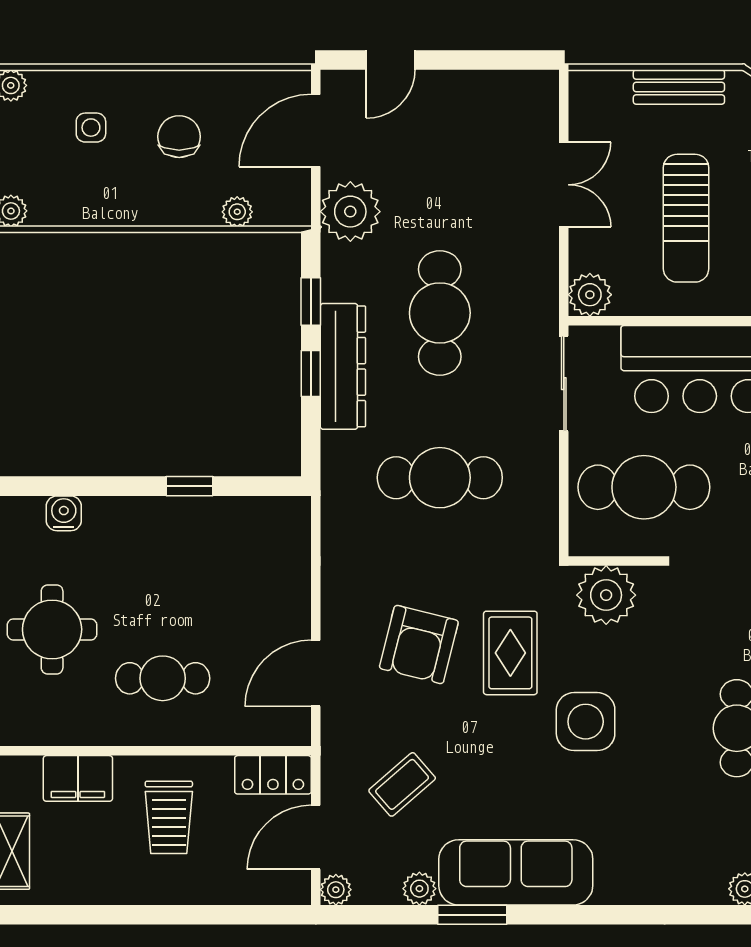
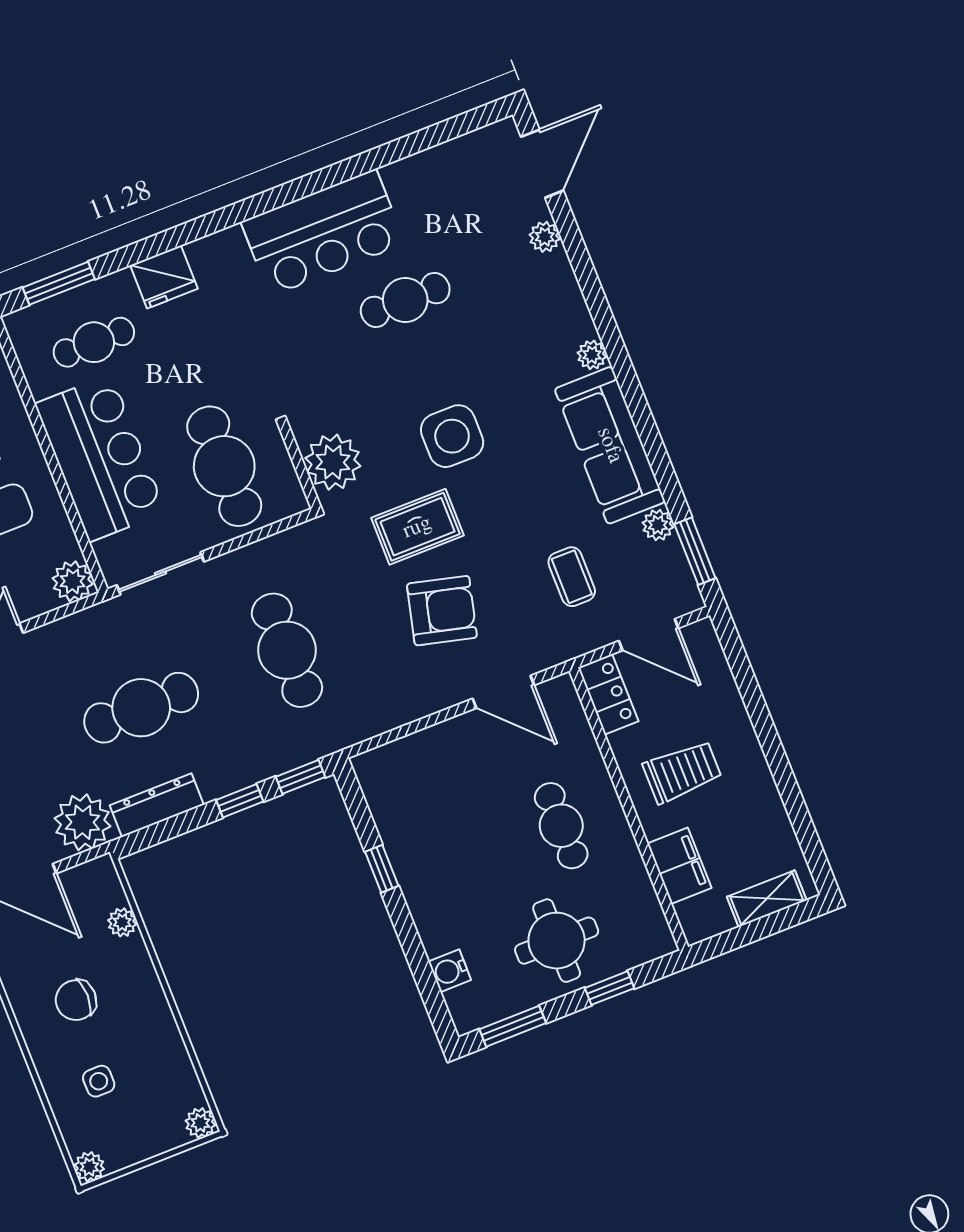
window: (311, 301) -> (301, 777), moved
dresser: (343, 366) -> (157, 805), moved, width x0.73, depth x0.80
coffee table: (402, 784) -> (572, 577), turned 41
plant: (336, 890) -> (592, 355), moved
window: (472, 915) -> (695, 551), moved

